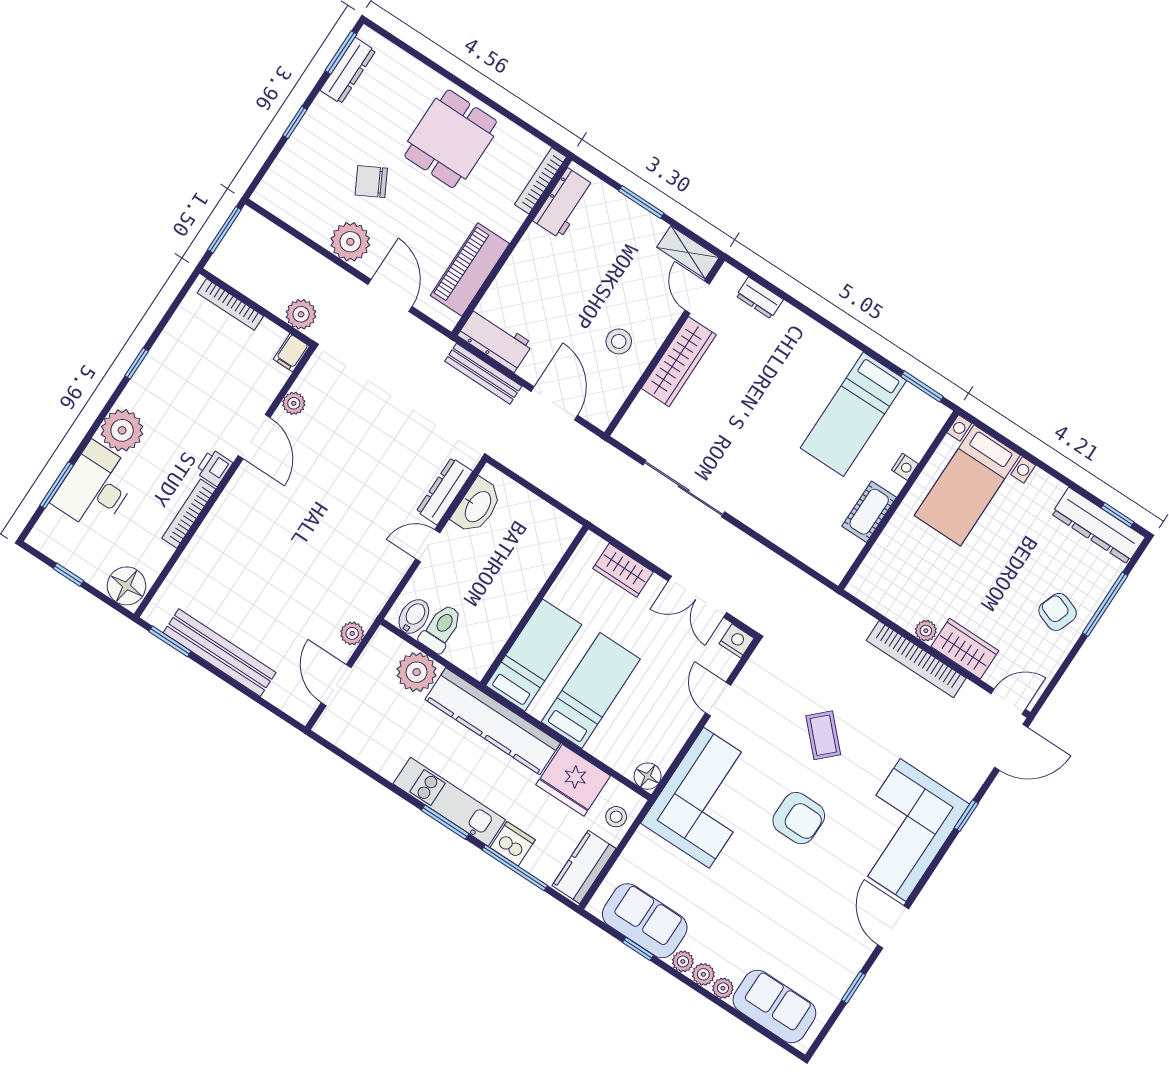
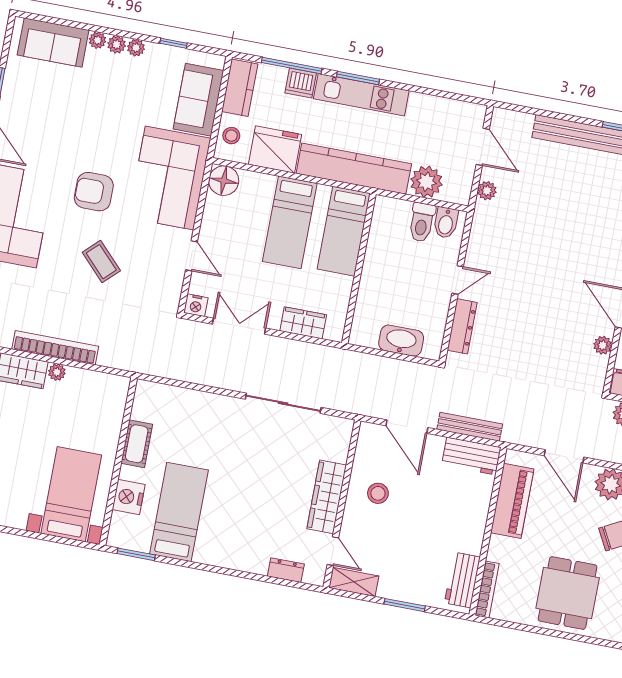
nightstand: (905, 467) -> (129, 497), width x1.89, depth x1.79
washbasin: (477, 506) -> (401, 341), moved, turned 90
floor lamp: (648, 776) -> (224, 181), width x1.38, depth x1.38
sofa: (645, 921) -> (198, 100), moved, turned 90

